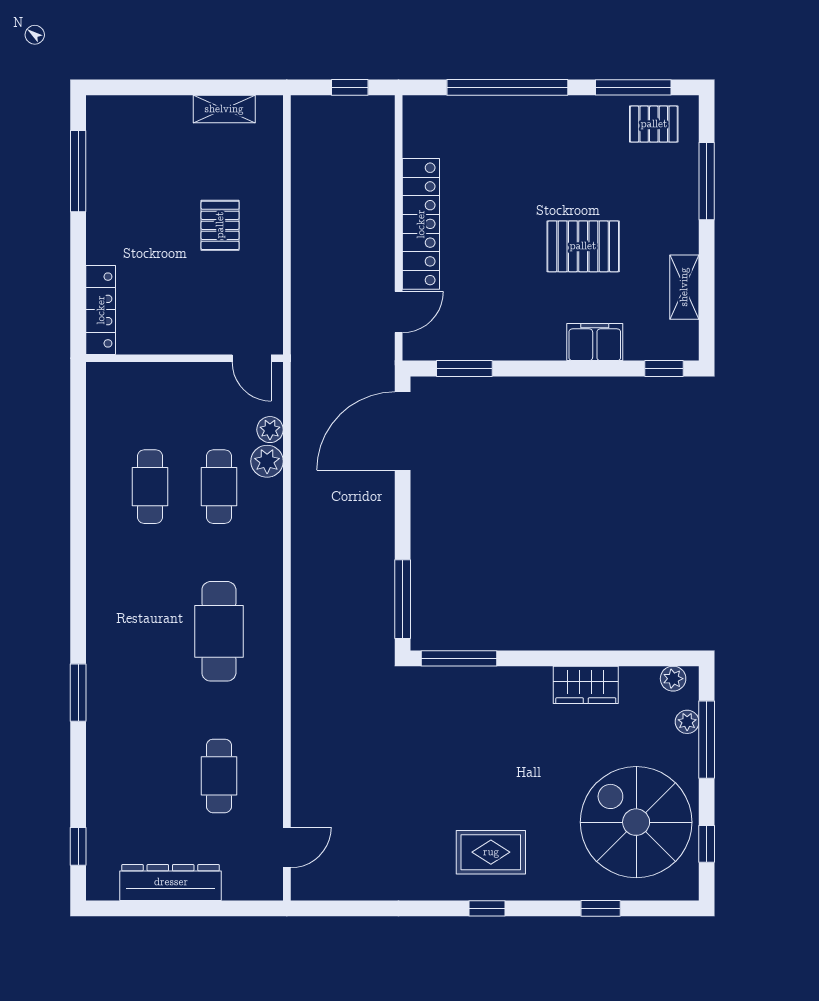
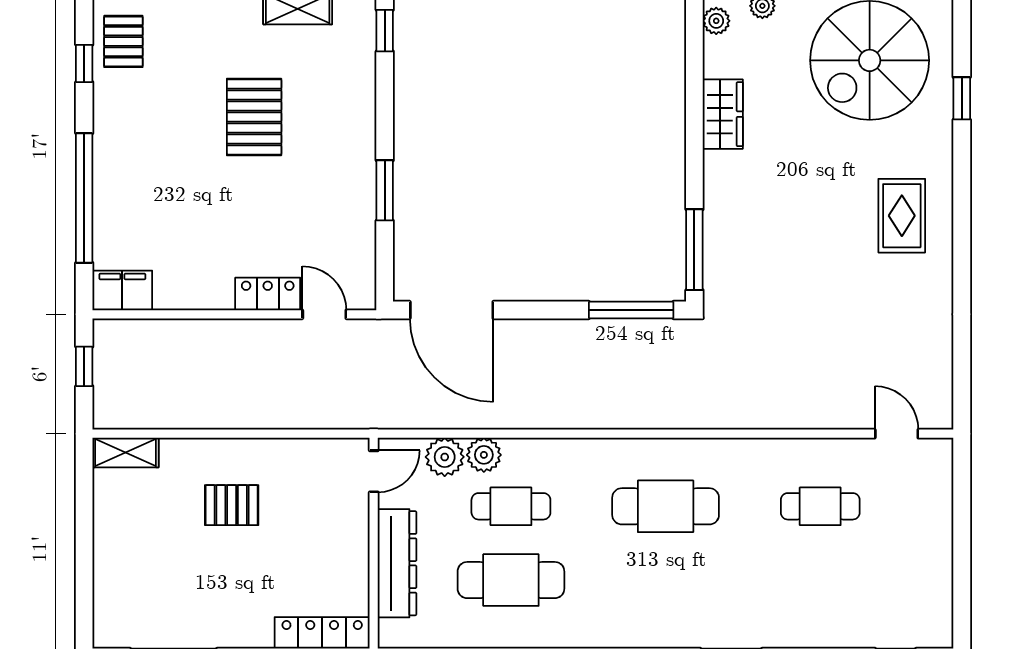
window: (633, 87) -> (84, 63), width x0.46
shelving: (224, 109) -> (126, 453), moved, turned 90
locker: (421, 224) -> (268, 294), width x0.46, depth x0.83
filing cabinet: (595, 342) -> (122, 290), moved, turned 90
window: (464, 368) -> (385, 190), moved
plant: (270, 430) -> (445, 457), width x1.38, depth x1.38
cafe table: (150, 487) -> (511, 580), width x1.37, depth x1.35
dresser: (171, 882) -> (397, 563), moved, turned 180
window: (487, 908) -> (962, 220), removed

